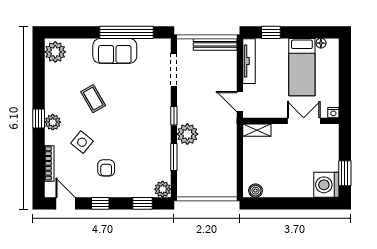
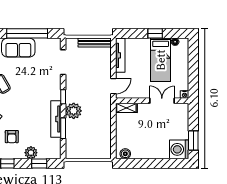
window: (271, 32) -> (155, 33), moved
door: (240, 102) -> (113, 86), swing flipped
tv unit: (164, 145) -> (56, 119), added
plant: (163, 189) -> (31, 153), moved

